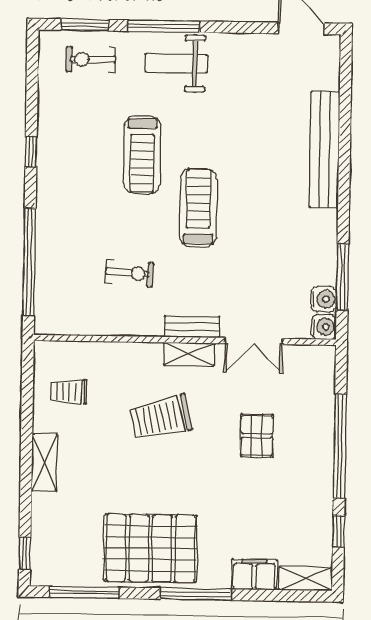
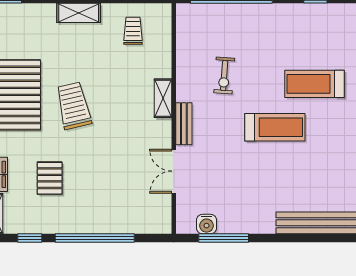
water cooler: (324, 327) -> (185, 224), removed
shelving: (189, 354) -> (163, 98), moved
trolley: (161, 418) -> (74, 106), moved
pallet: (257, 436) -> (50, 178), moved, turned 90

